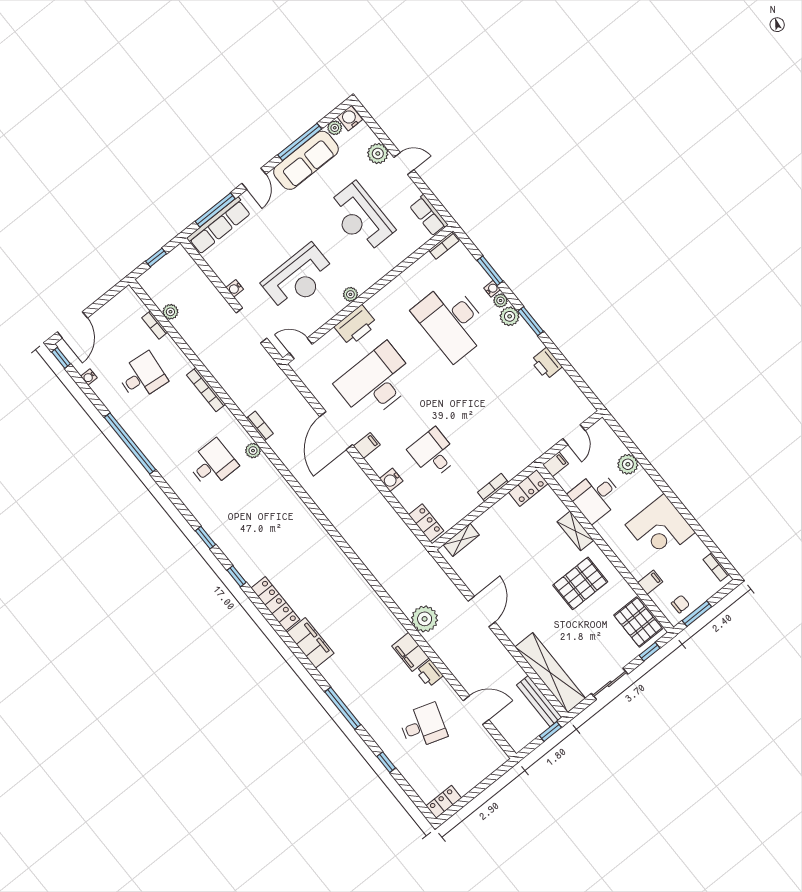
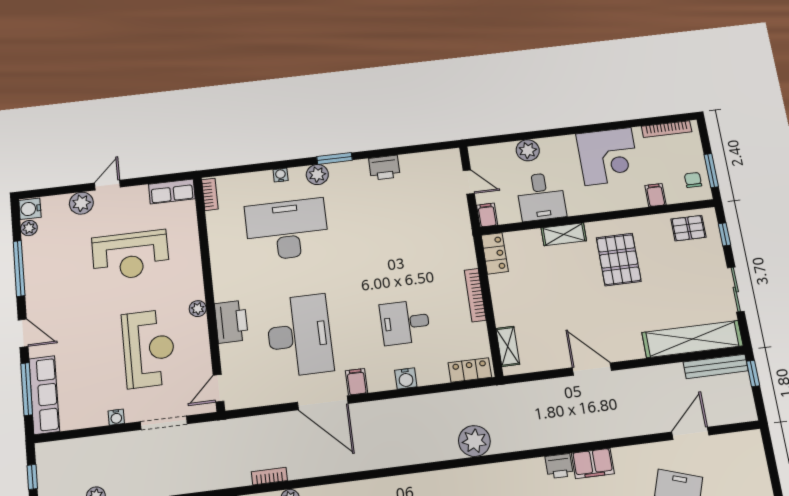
sofa: (306, 160) -> (40, 273), removed
window: (490, 271) -> (262, 167), removed
plant: (500, 301) -> (297, 174), removed
desk: (452, 321) -> (287, 230), turned 180
desk: (376, 382) -> (299, 335), turned 180
bookcase: (493, 487) -> (475, 295), width x1.56
bookcase: (716, 567) -> (667, 129), width x1.56
plant: (425, 619) -> (474, 441), moved
pallet: (638, 622) -> (688, 228), width x0.67, depth x0.71
printer: (429, 673) -> (559, 466), moved

